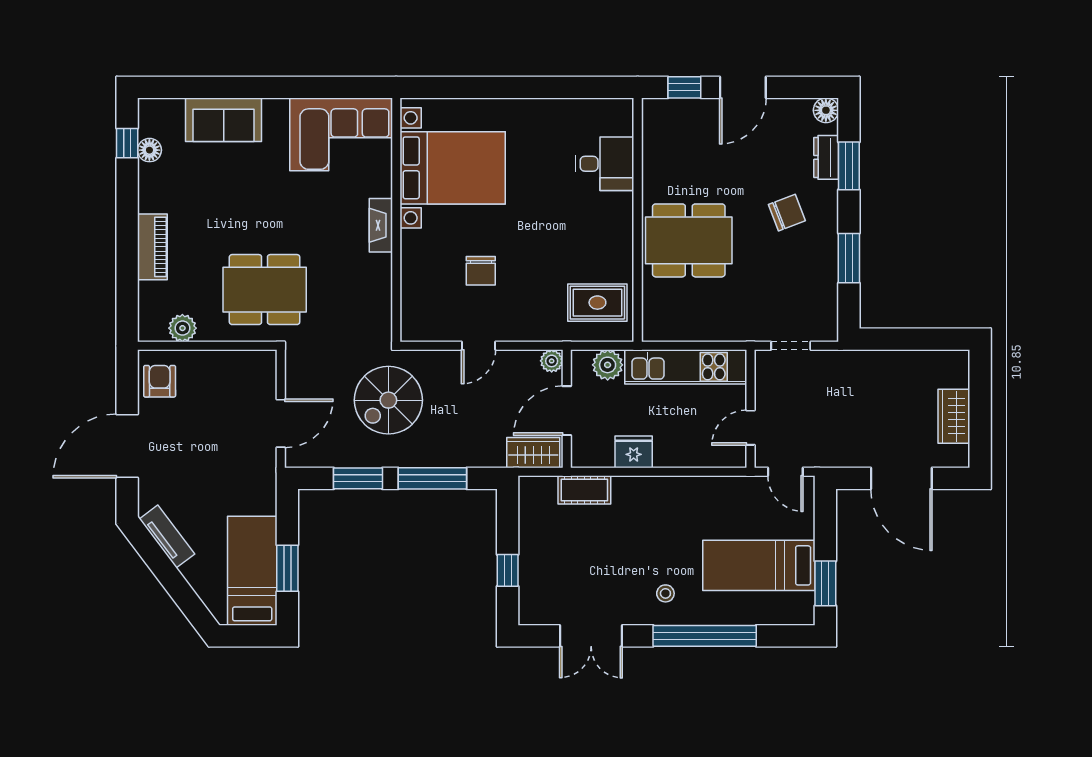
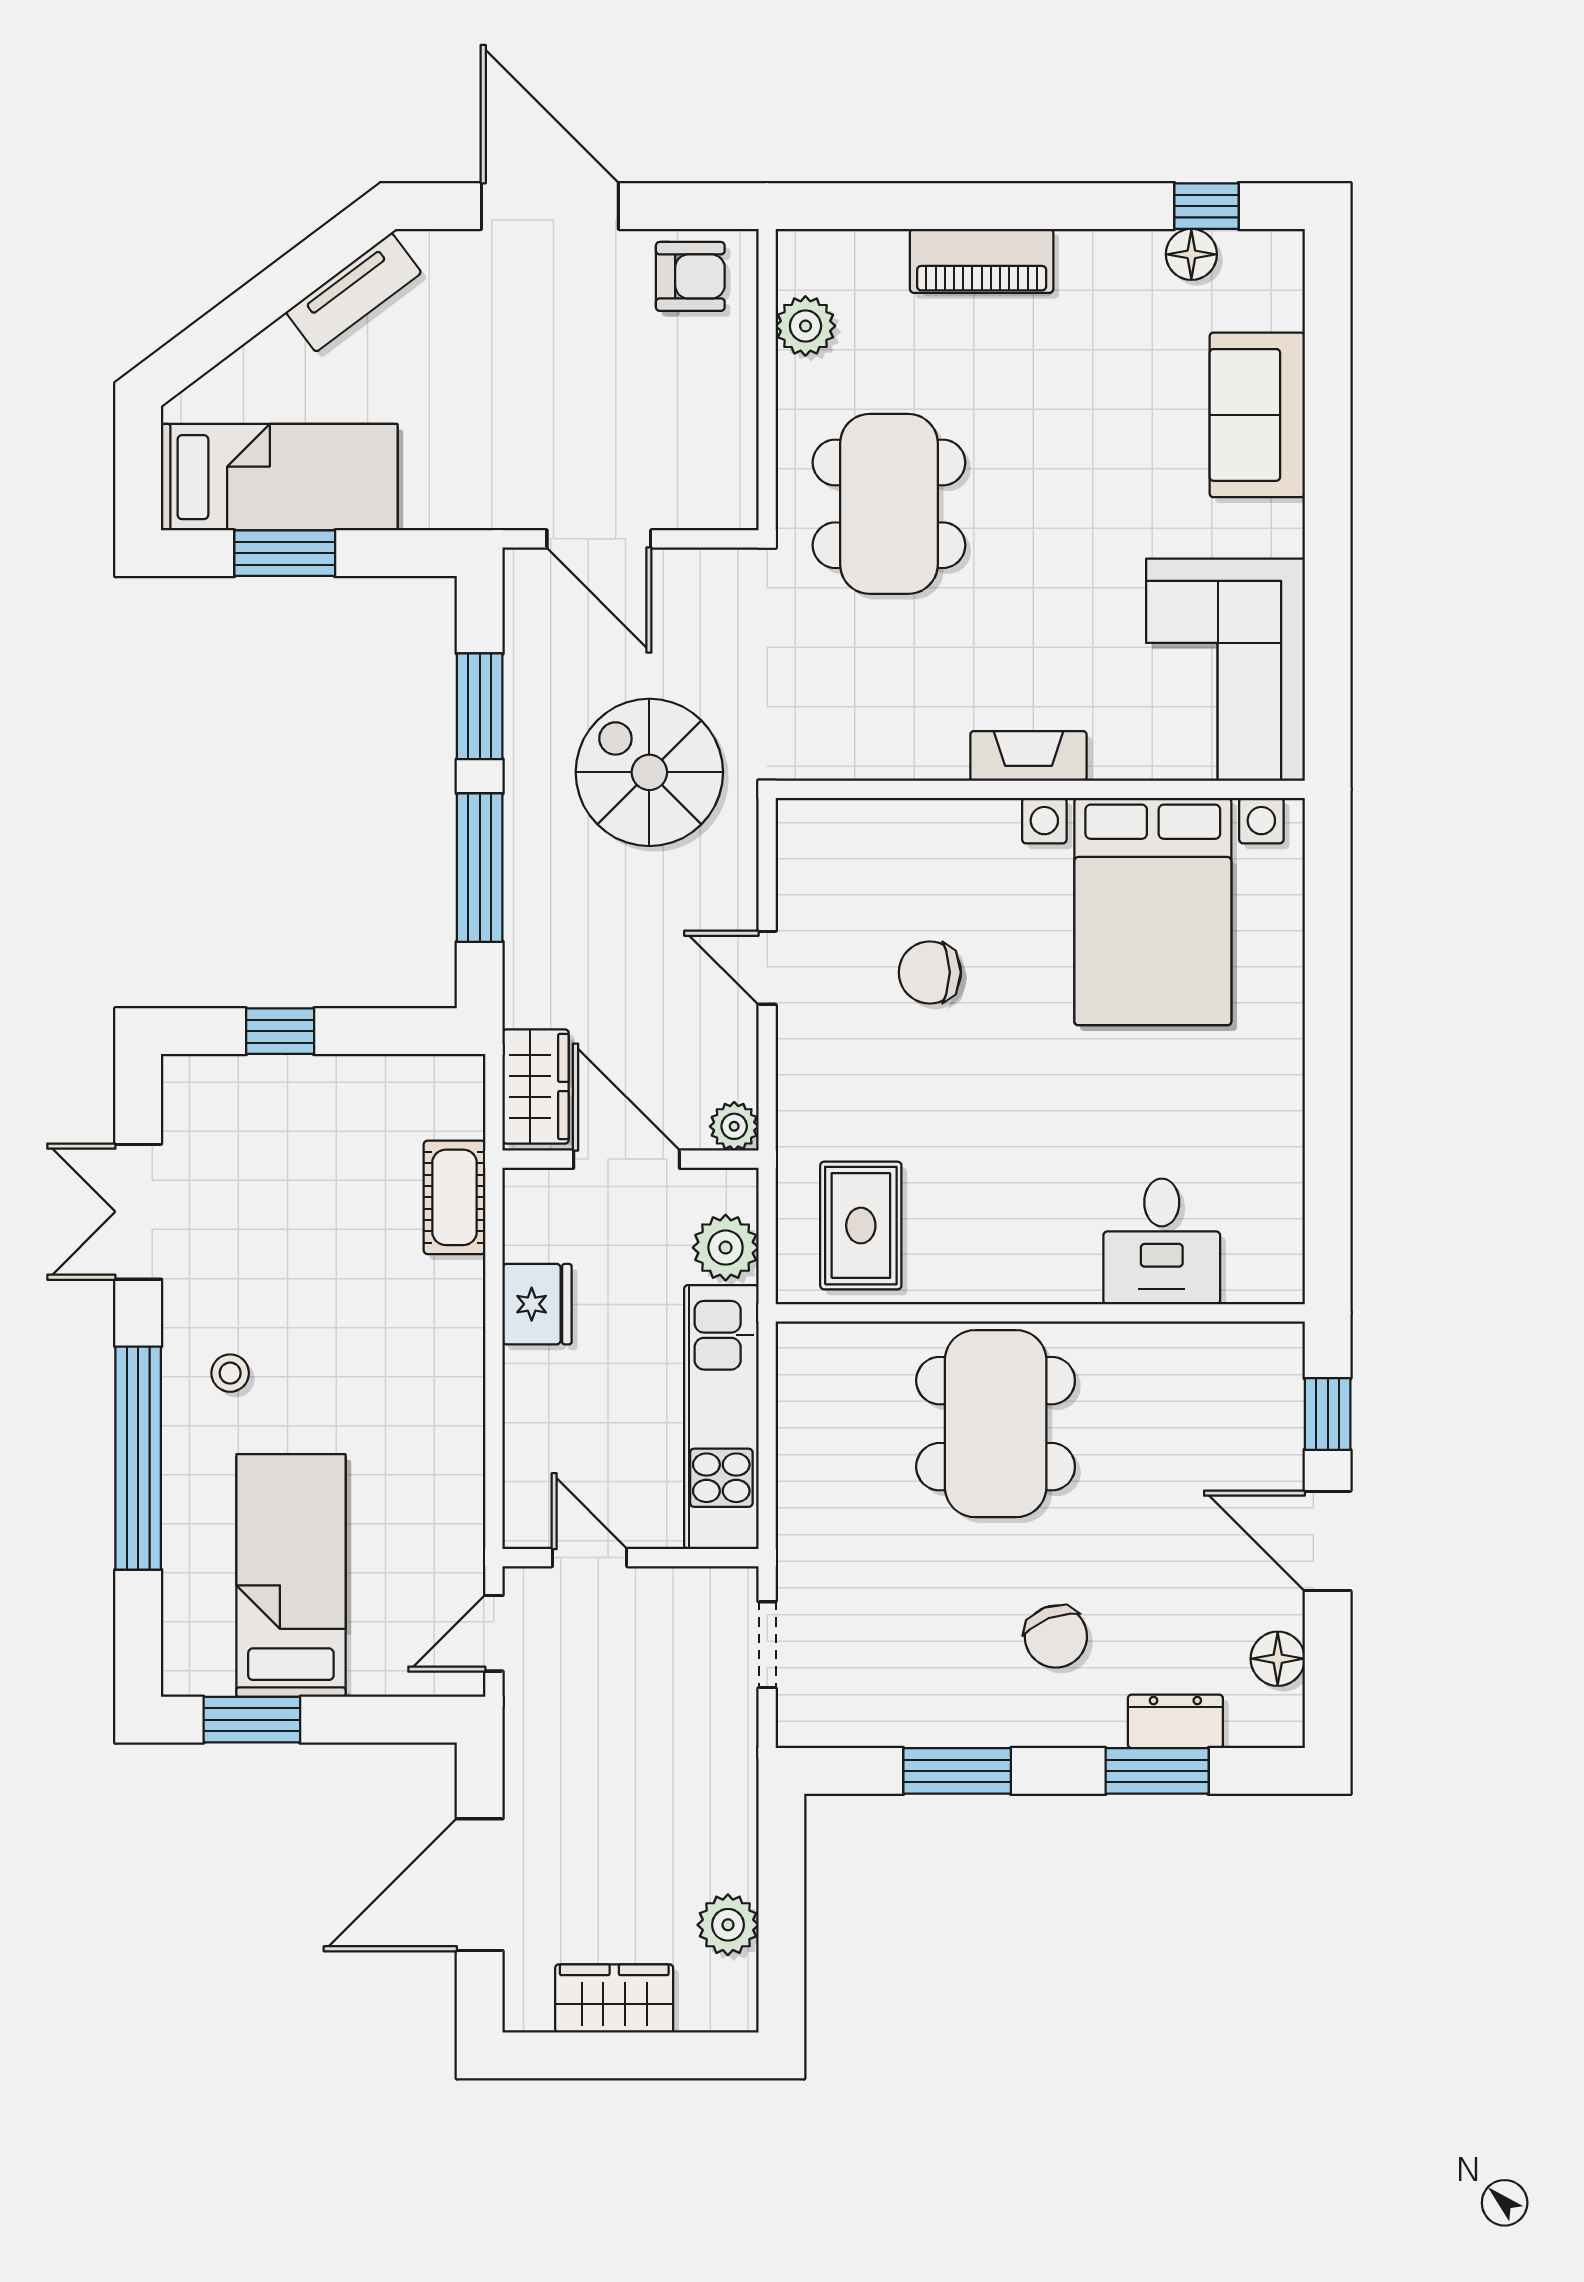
floor lamp: (826, 110) -> (1278, 1659), moved
plant: (920, 364) -> (728, 1925), added

